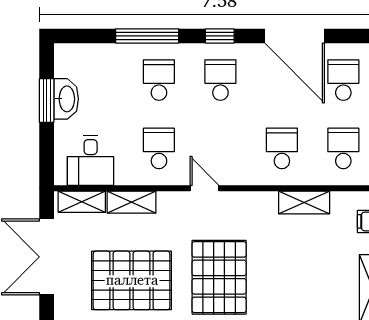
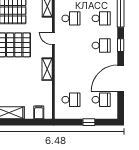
school desk: (282, 148) -> (71, 73), removed
door: (204, 188) -> (53, 38), swing flipped
shelving: (304, 203) -> (47, 69), moved

